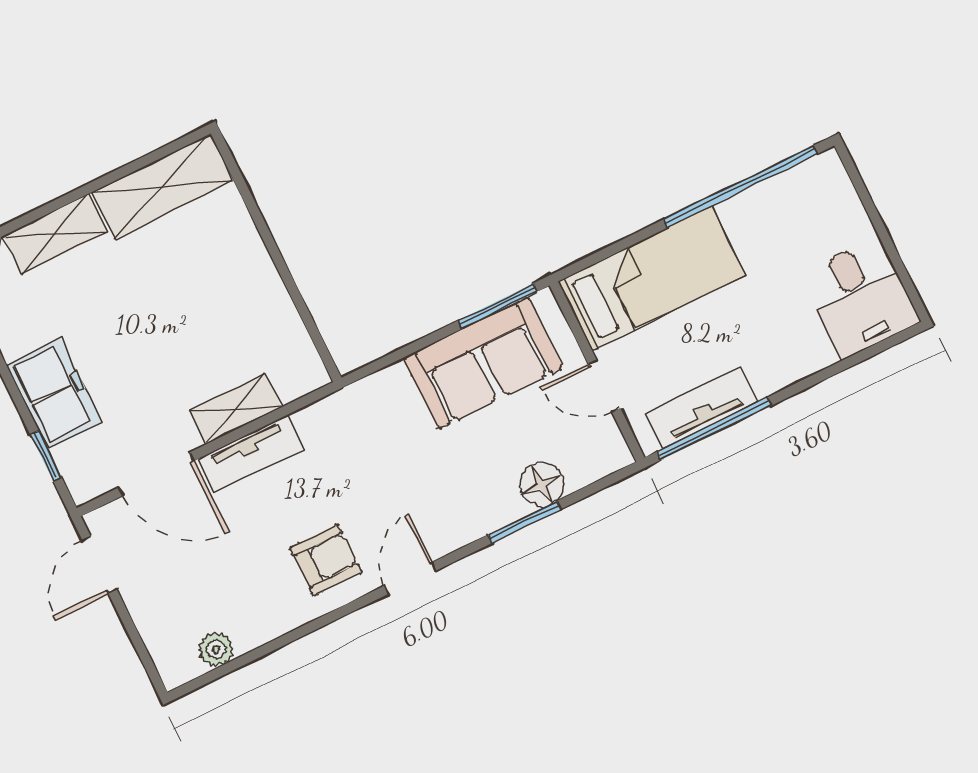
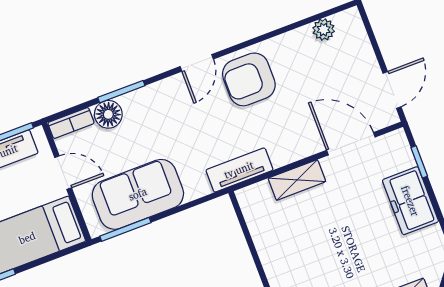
tv unit: (251, 454) -> (239, 170), moved
bookcase: (599, 465) -> (71, 123), added
armchair: (326, 560) -> (249, 79), width x1.38, depth x1.38

